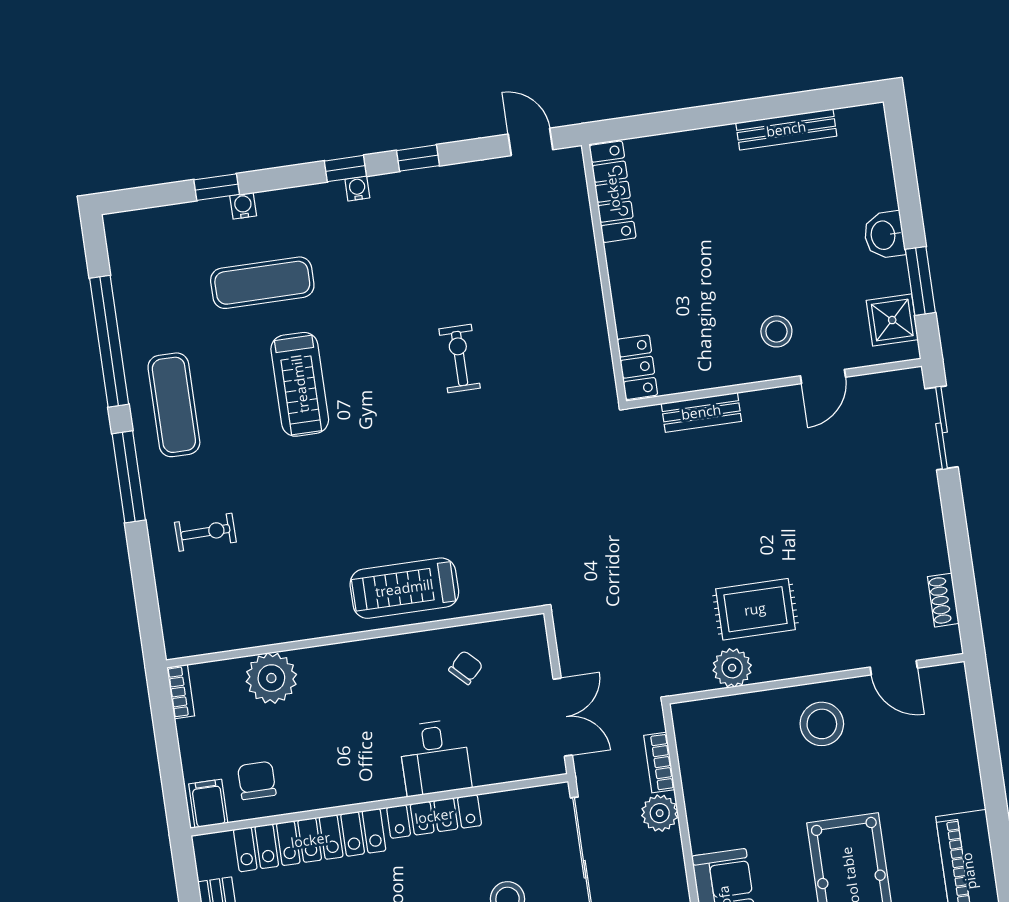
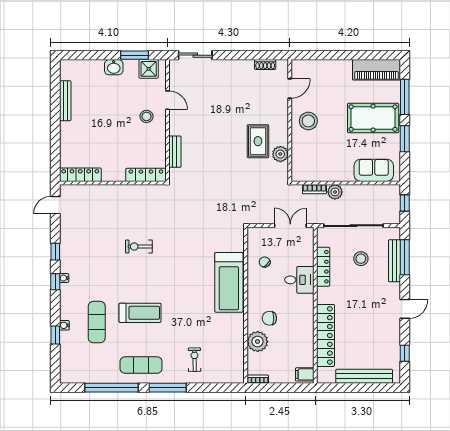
locker: (637, 367) -> (146, 175), width x1.53
treadmill: (404, 588) -> (229, 282), width x1.37, depth x1.38
chair: (257, 780) -> (269, 318), moved
locker: (434, 816) -> (323, 267), moved

